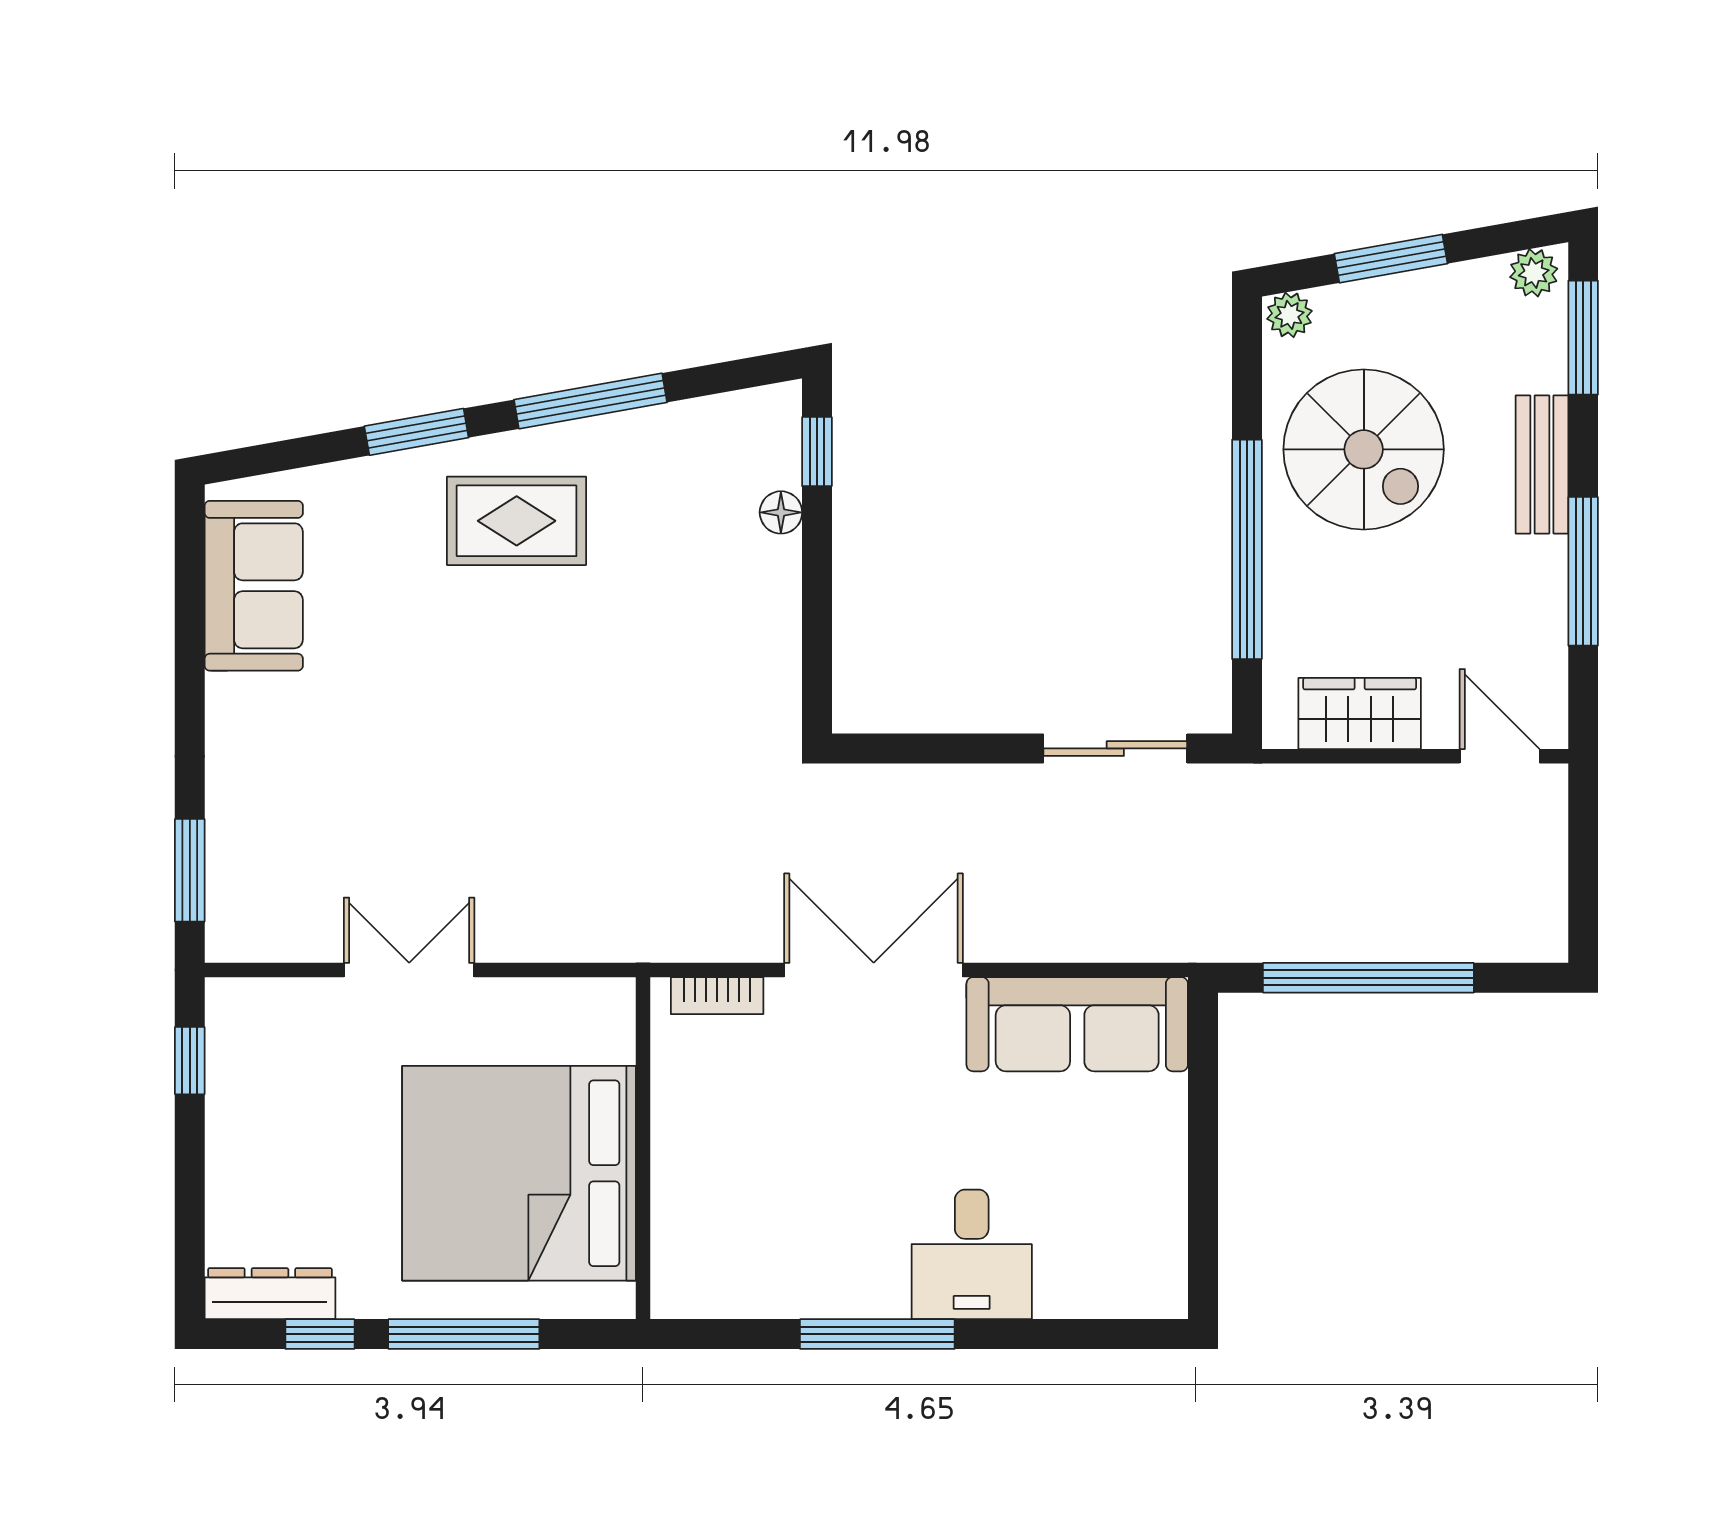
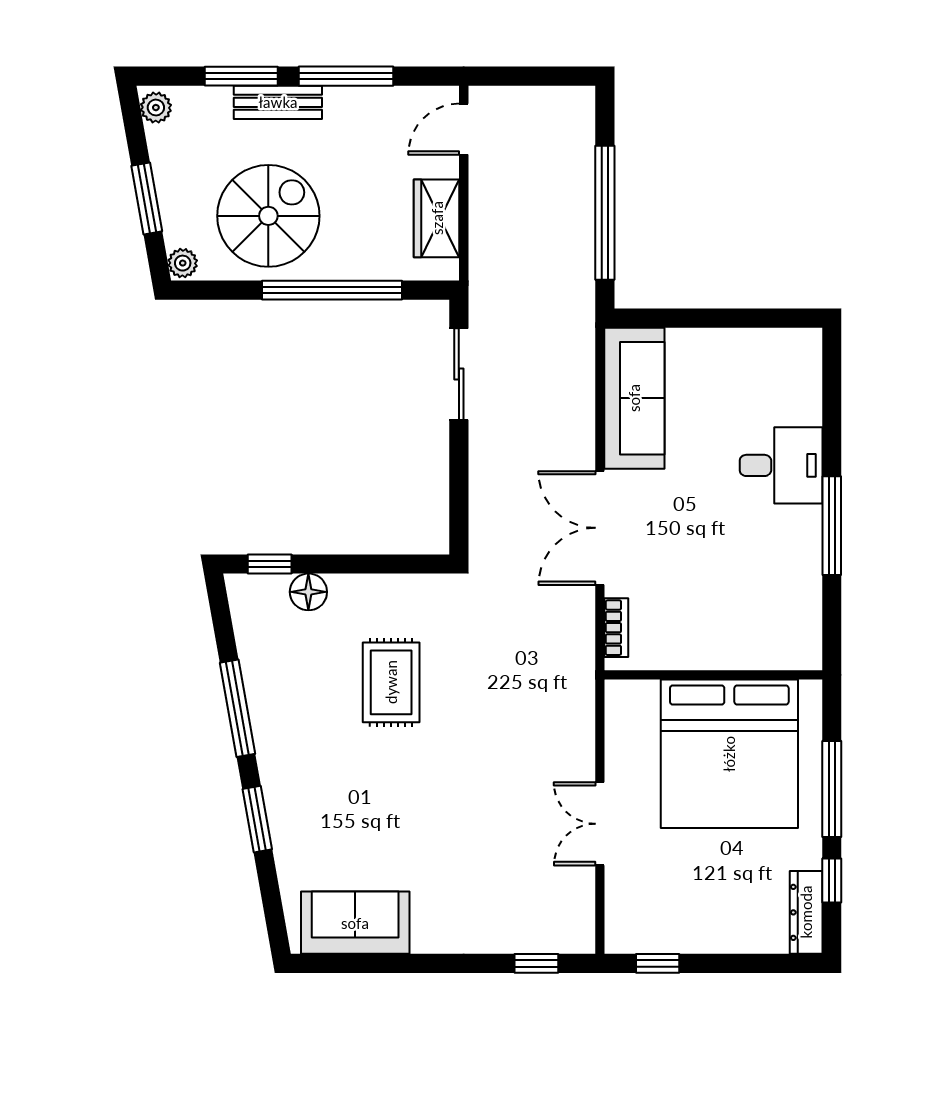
window: (1583, 338) -> (241, 76), moved
floor lamp: (781, 512) -> (308, 592), width x1.37, depth x1.37
rug: (517, 521) -> (391, 682), moved
window: (190, 870) -> (536, 963), width x0.67

